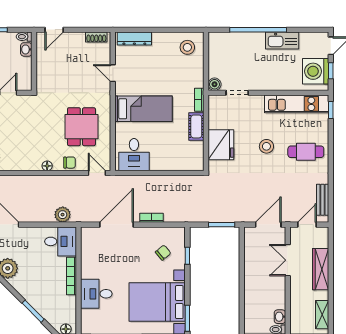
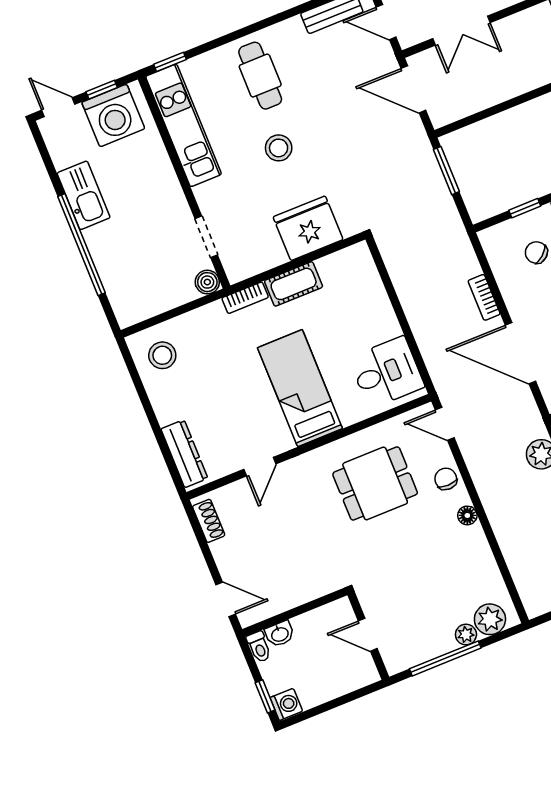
door: (97, 173) -> (445, 424), hinge flipped

